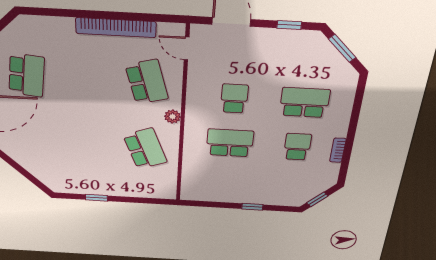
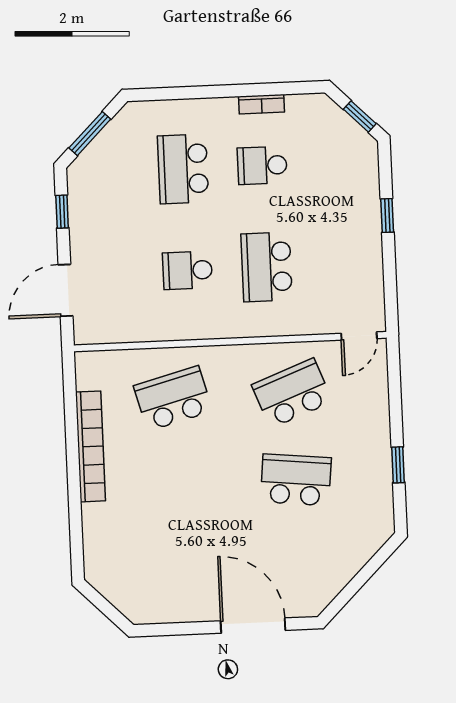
door: (187, 49) -> (359, 336), moved
school desk: (27, 75) -> (296, 480), moved
plant: (172, 117) -> (229, 357), removed

